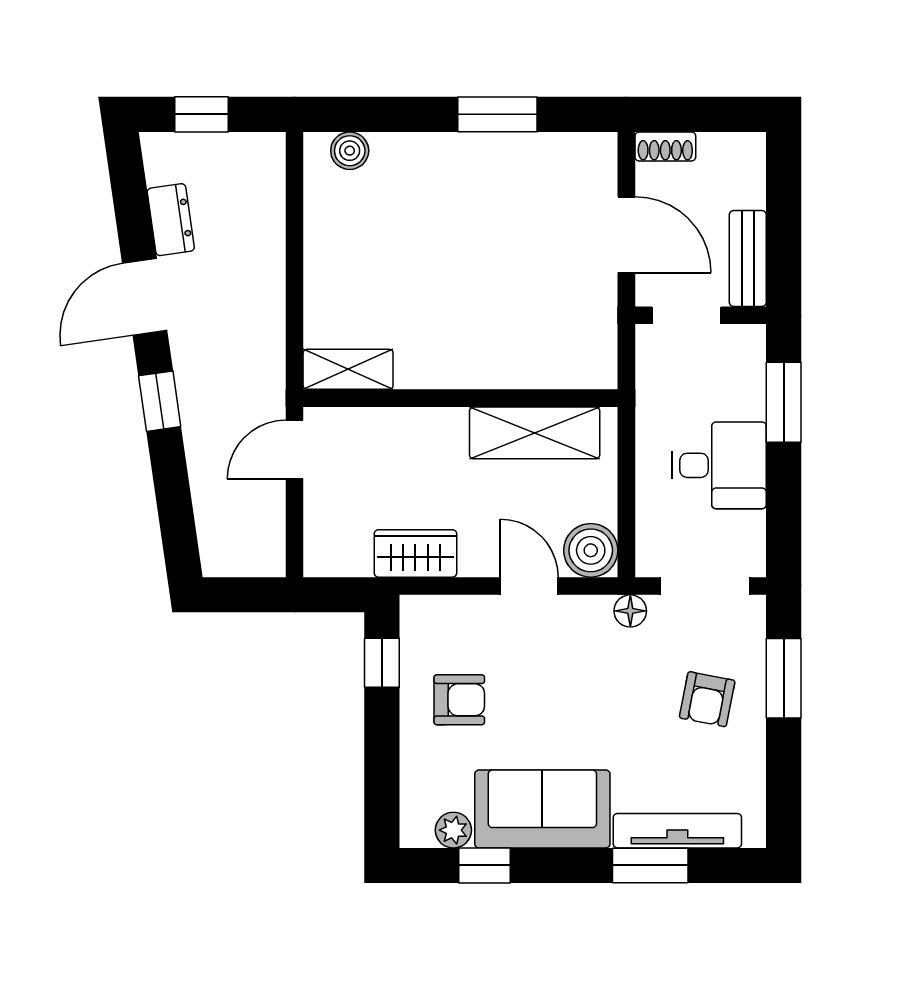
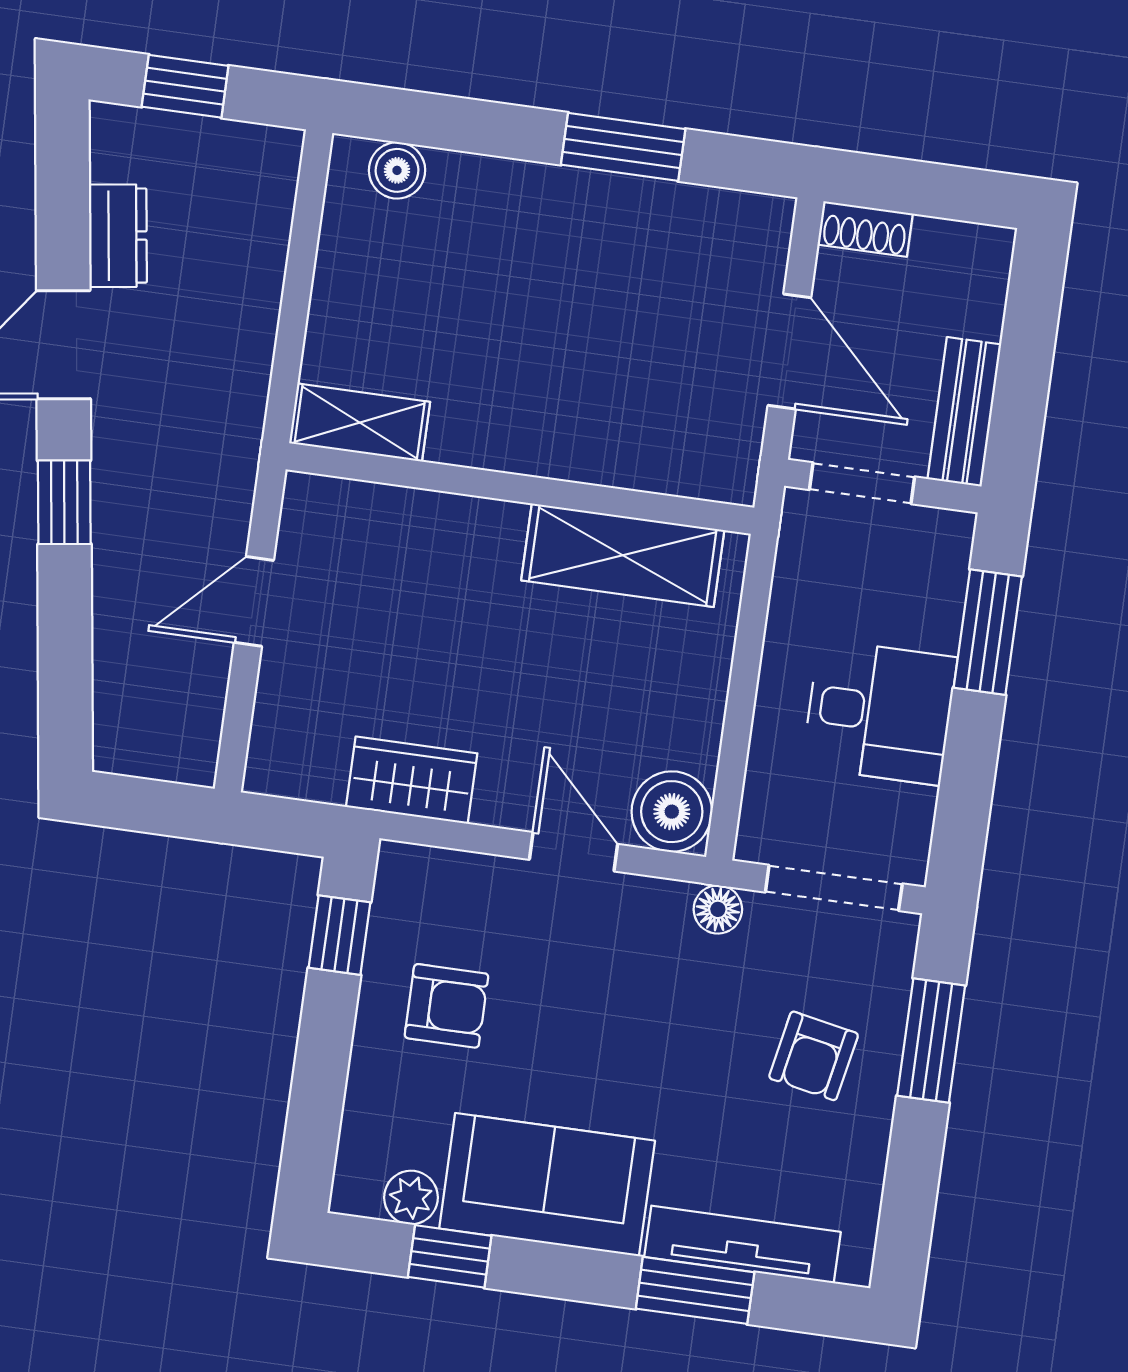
shelving: (348, 369) -> (360, 423), moved
wall: (460, 398) -> (520, 488), moved
shelving: (535, 433) -> (623, 555), moved

